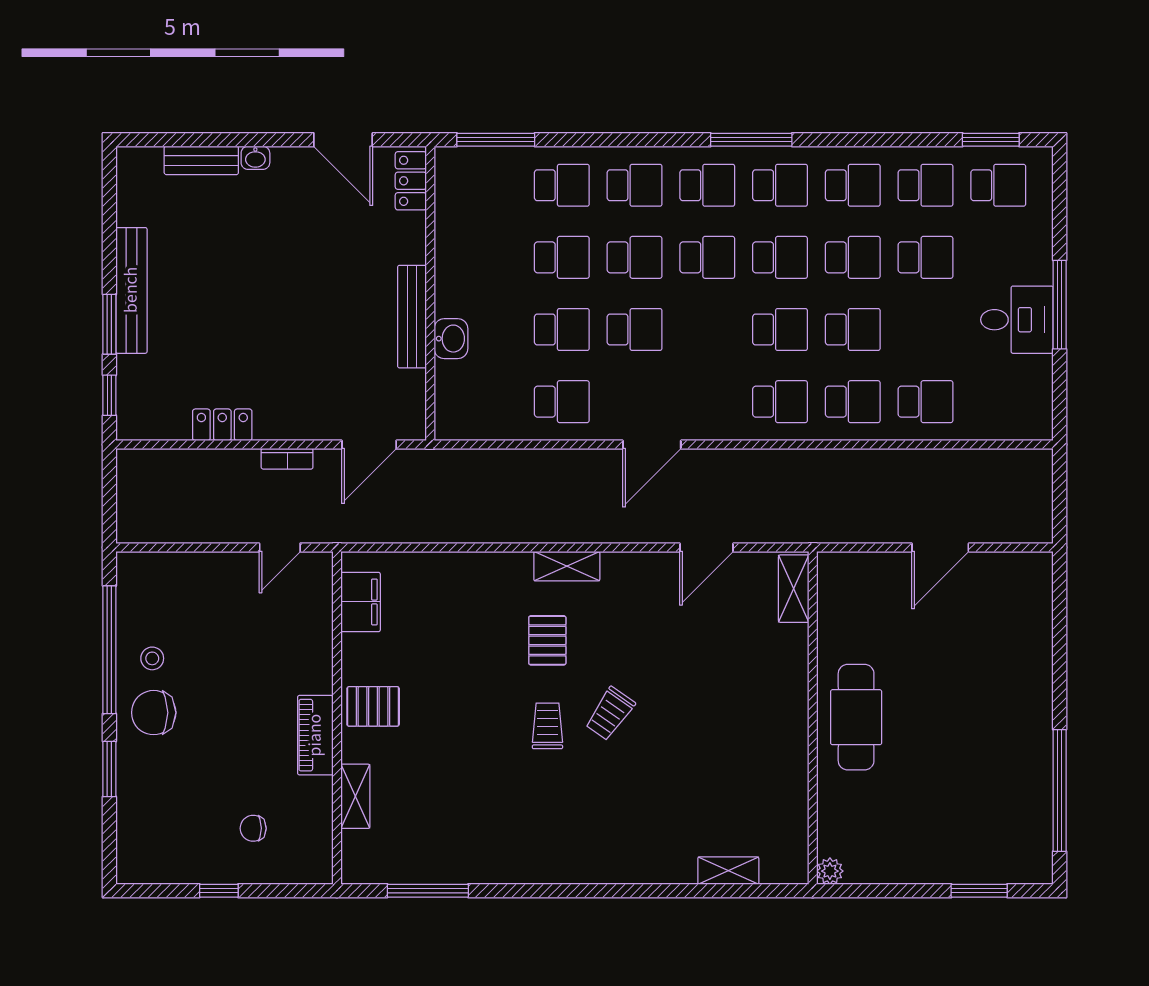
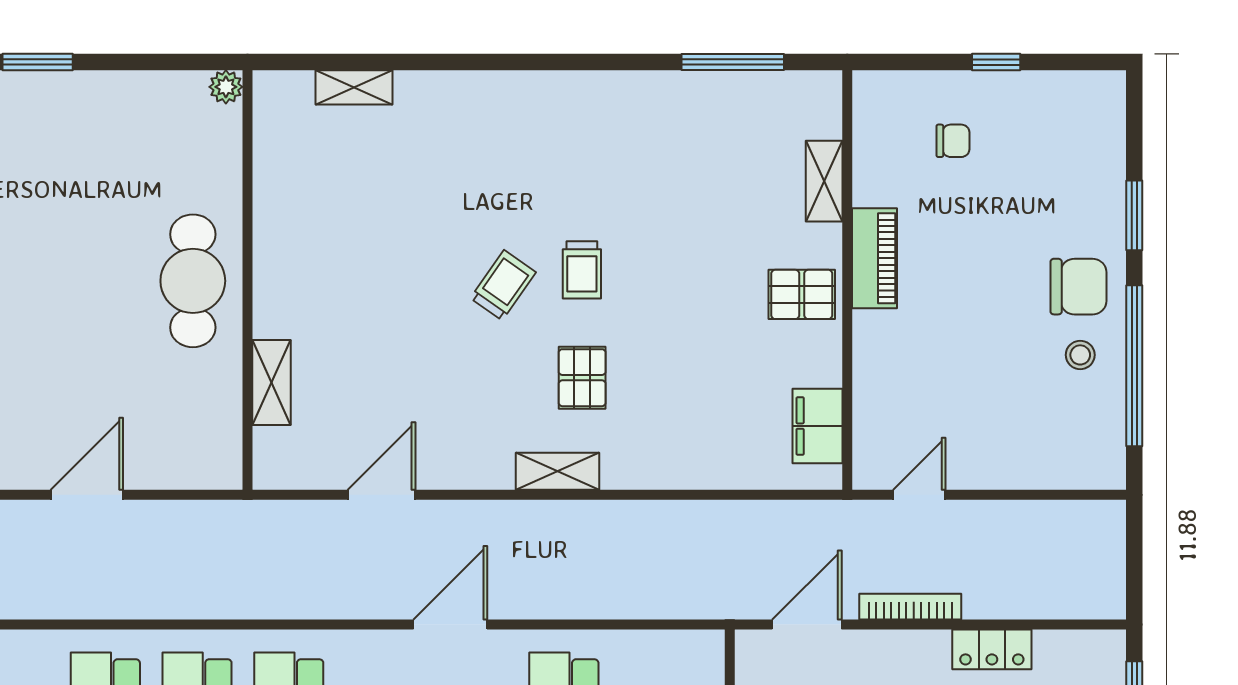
bookcase: (287, 459) -> (910, 607), width x1.56
shelving: (794, 589) -> (271, 382), moved

